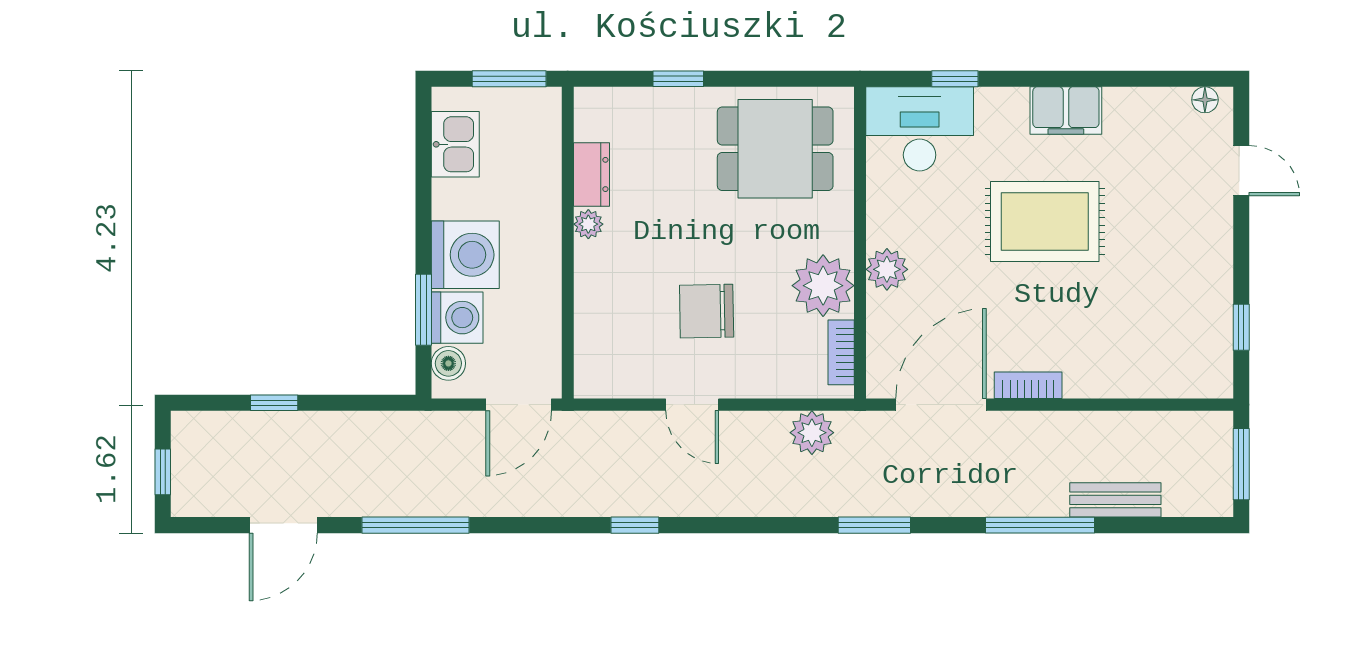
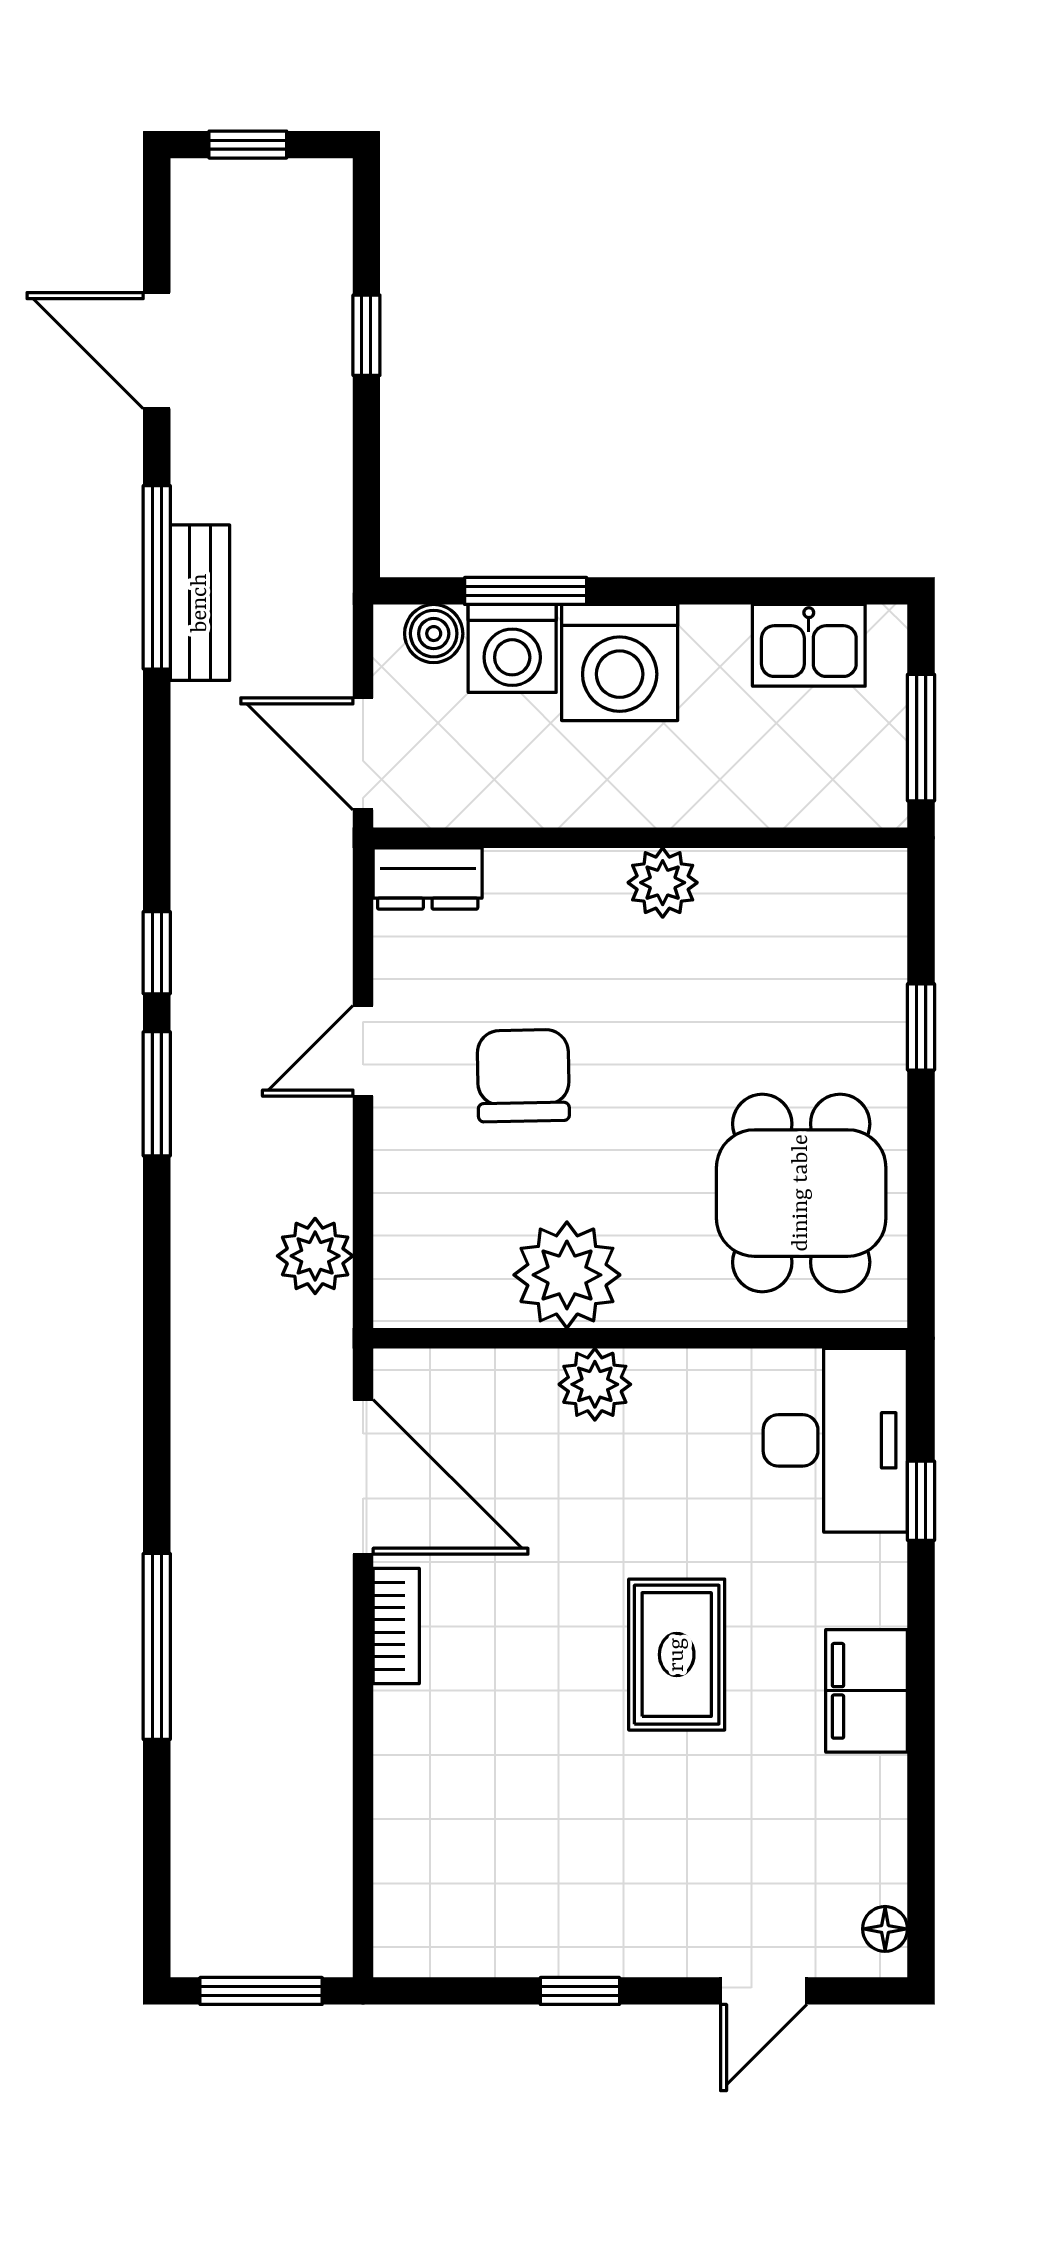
dresser: (592, 174) -> (428, 879), moved
rug: (1045, 221) -> (677, 1655), width x0.73, depth x0.70
plant: (588, 224) -> (663, 883), width x1.38, depth x1.38
window: (1241, 327) -> (580, 1991), moved
bookcase: (841, 352) -> (453, 1306), removed
bench: (1115, 500) -> (200, 603), moved
window: (874, 525) -> (157, 1094), moved

